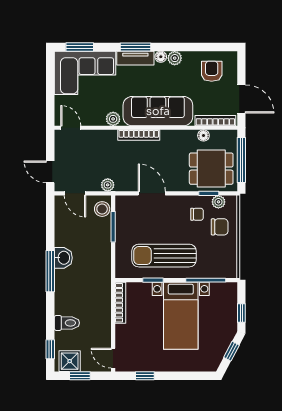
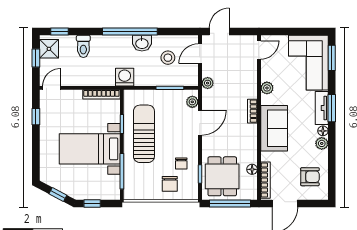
sofa: (158, 111) -> (274, 128), width x0.73
bookcase: (139, 135) -> (252, 111), width x0.64
plant: (218, 202) -> (192, 102), moved
stool: (102, 209) -> (168, 58), moved
window: (50, 271) -> (130, 31), width x1.46
washing machine: (101, 277) -> (125, 77), added

